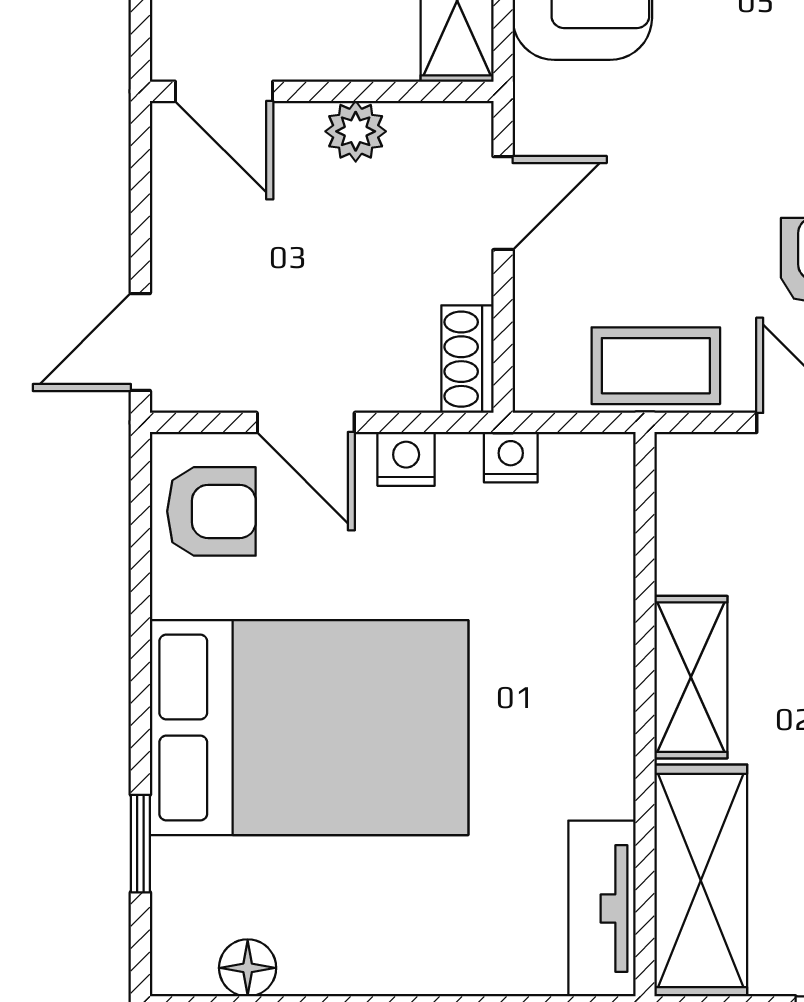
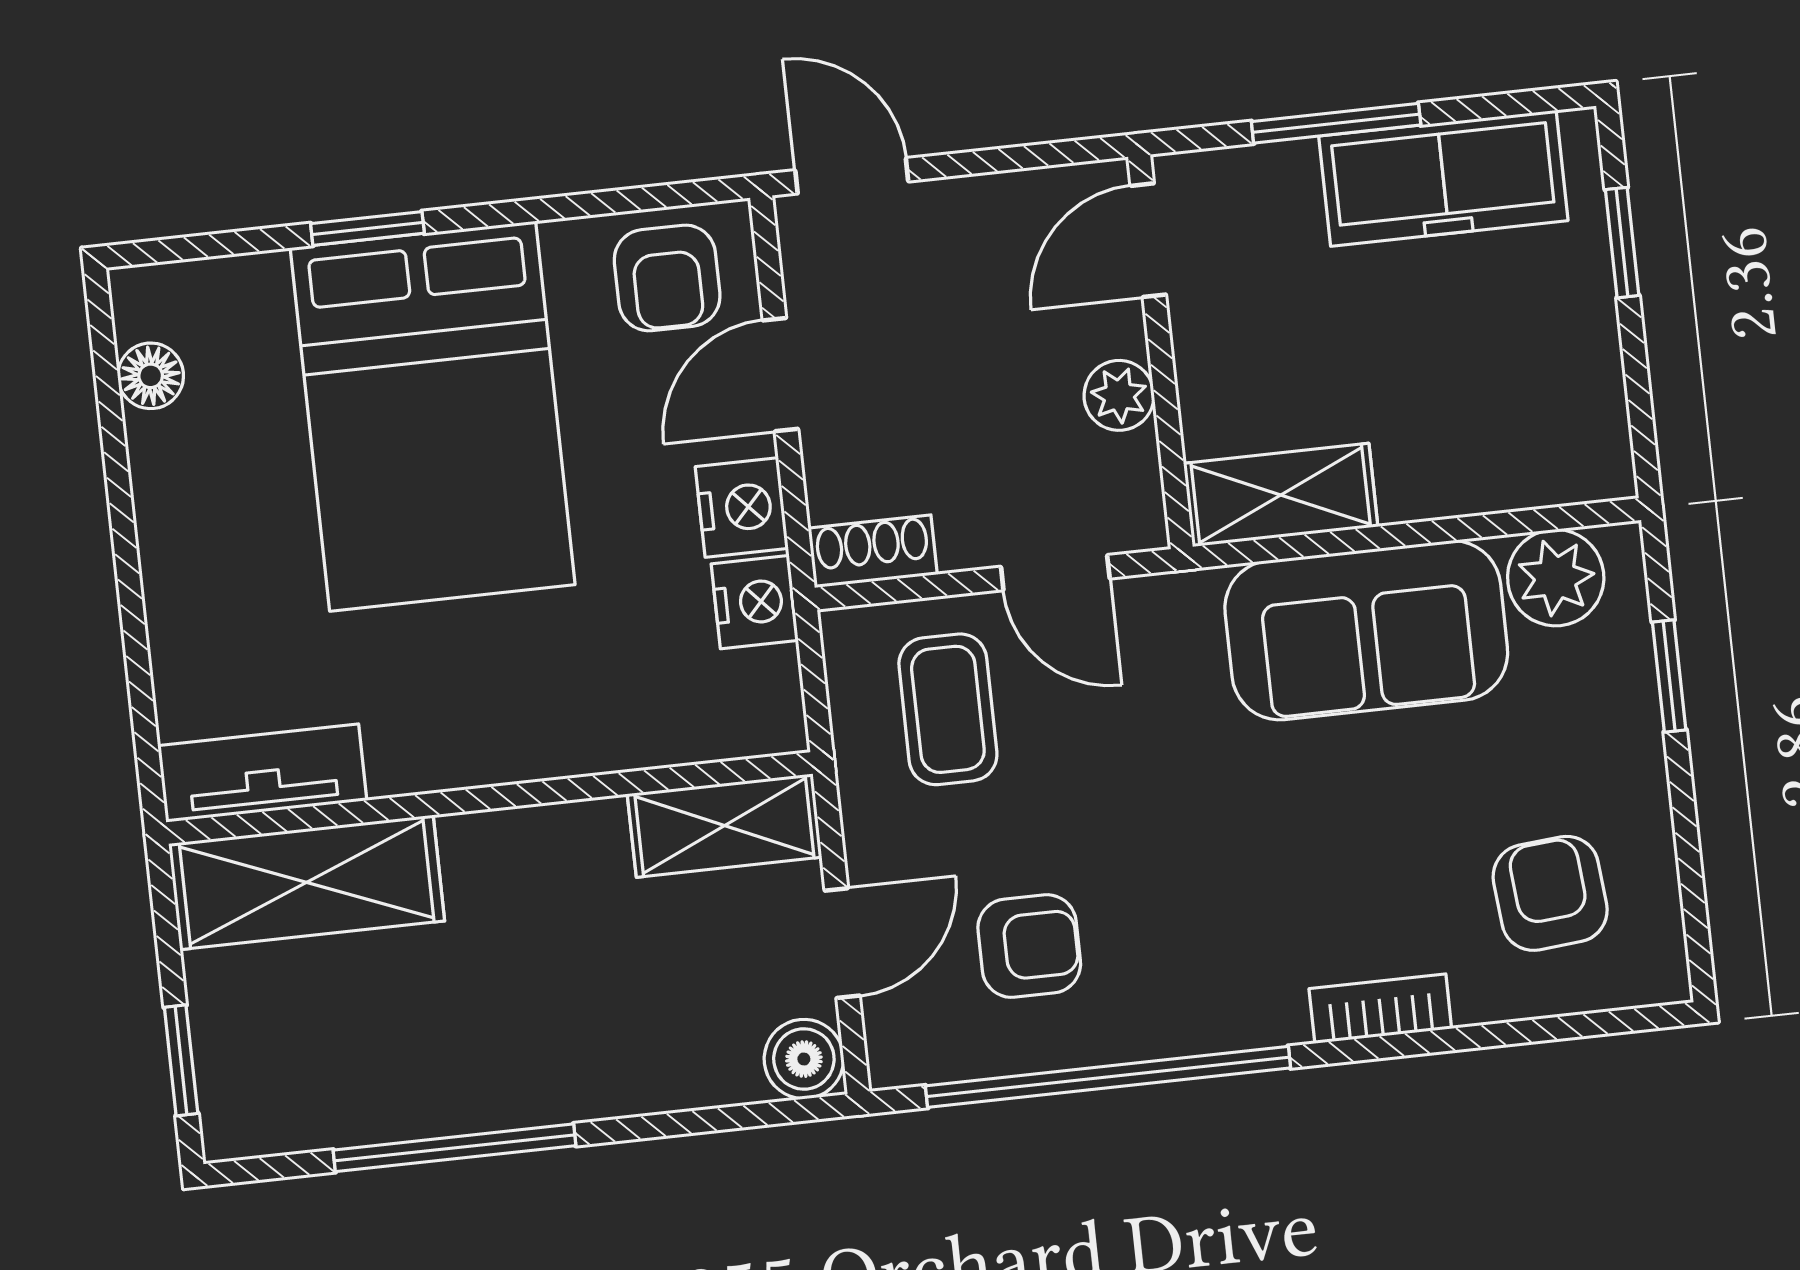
coffee table: (656, 366) -> (948, 709), moved
nightstand: (511, 457) -> (755, 602), width x1.39, depth x1.35
nightstand: (406, 459) -> (742, 507), width x1.39, depth x1.35
shelving: (691, 677) -> (724, 826), moved
window: (140, 844) -> (367, 228), moved

